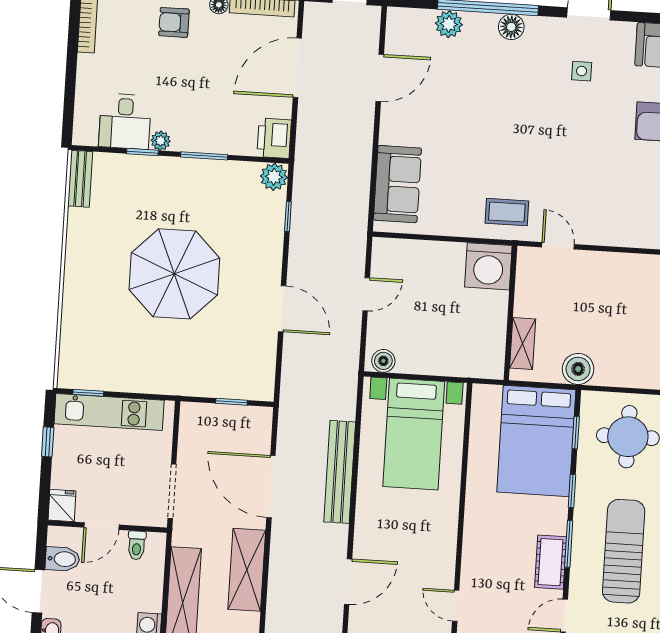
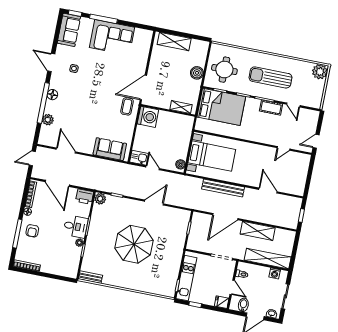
desk: (125, 121) -> (76, 227), moved
door: (558, 246) -> (143, 88), width x1.87
kitchen sink: (386, 258) -> (139, 158), added
boiler: (578, 369) -> (197, 73), moved

